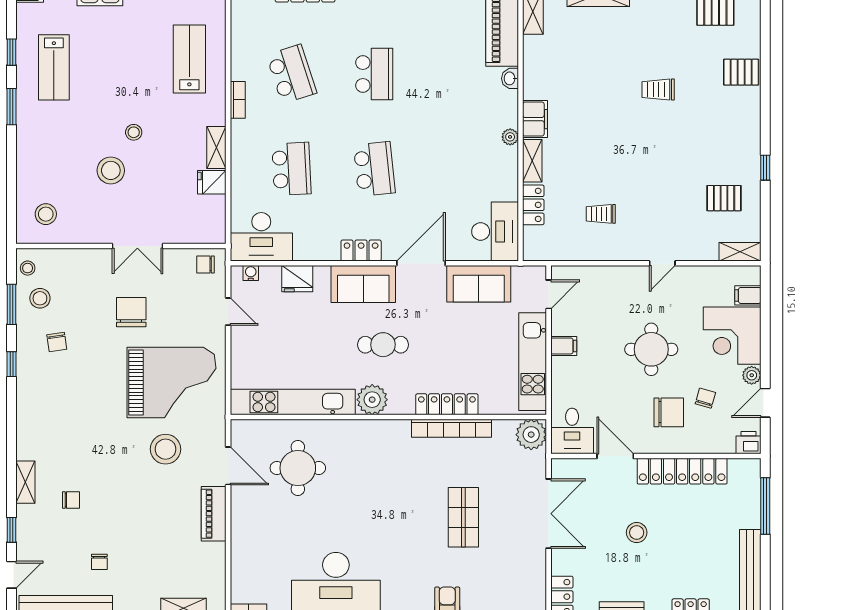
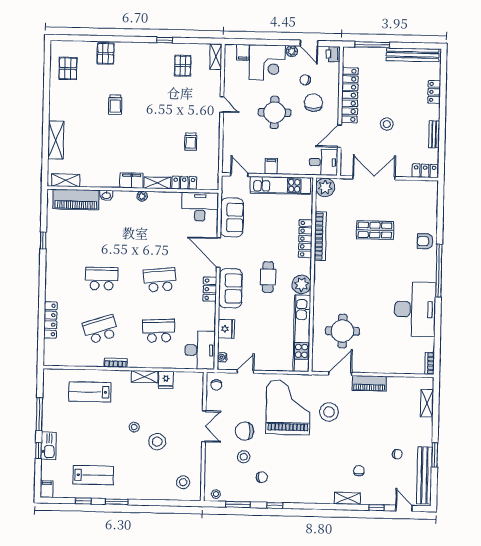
stool: (40, 298) -> (244, 457), moved

